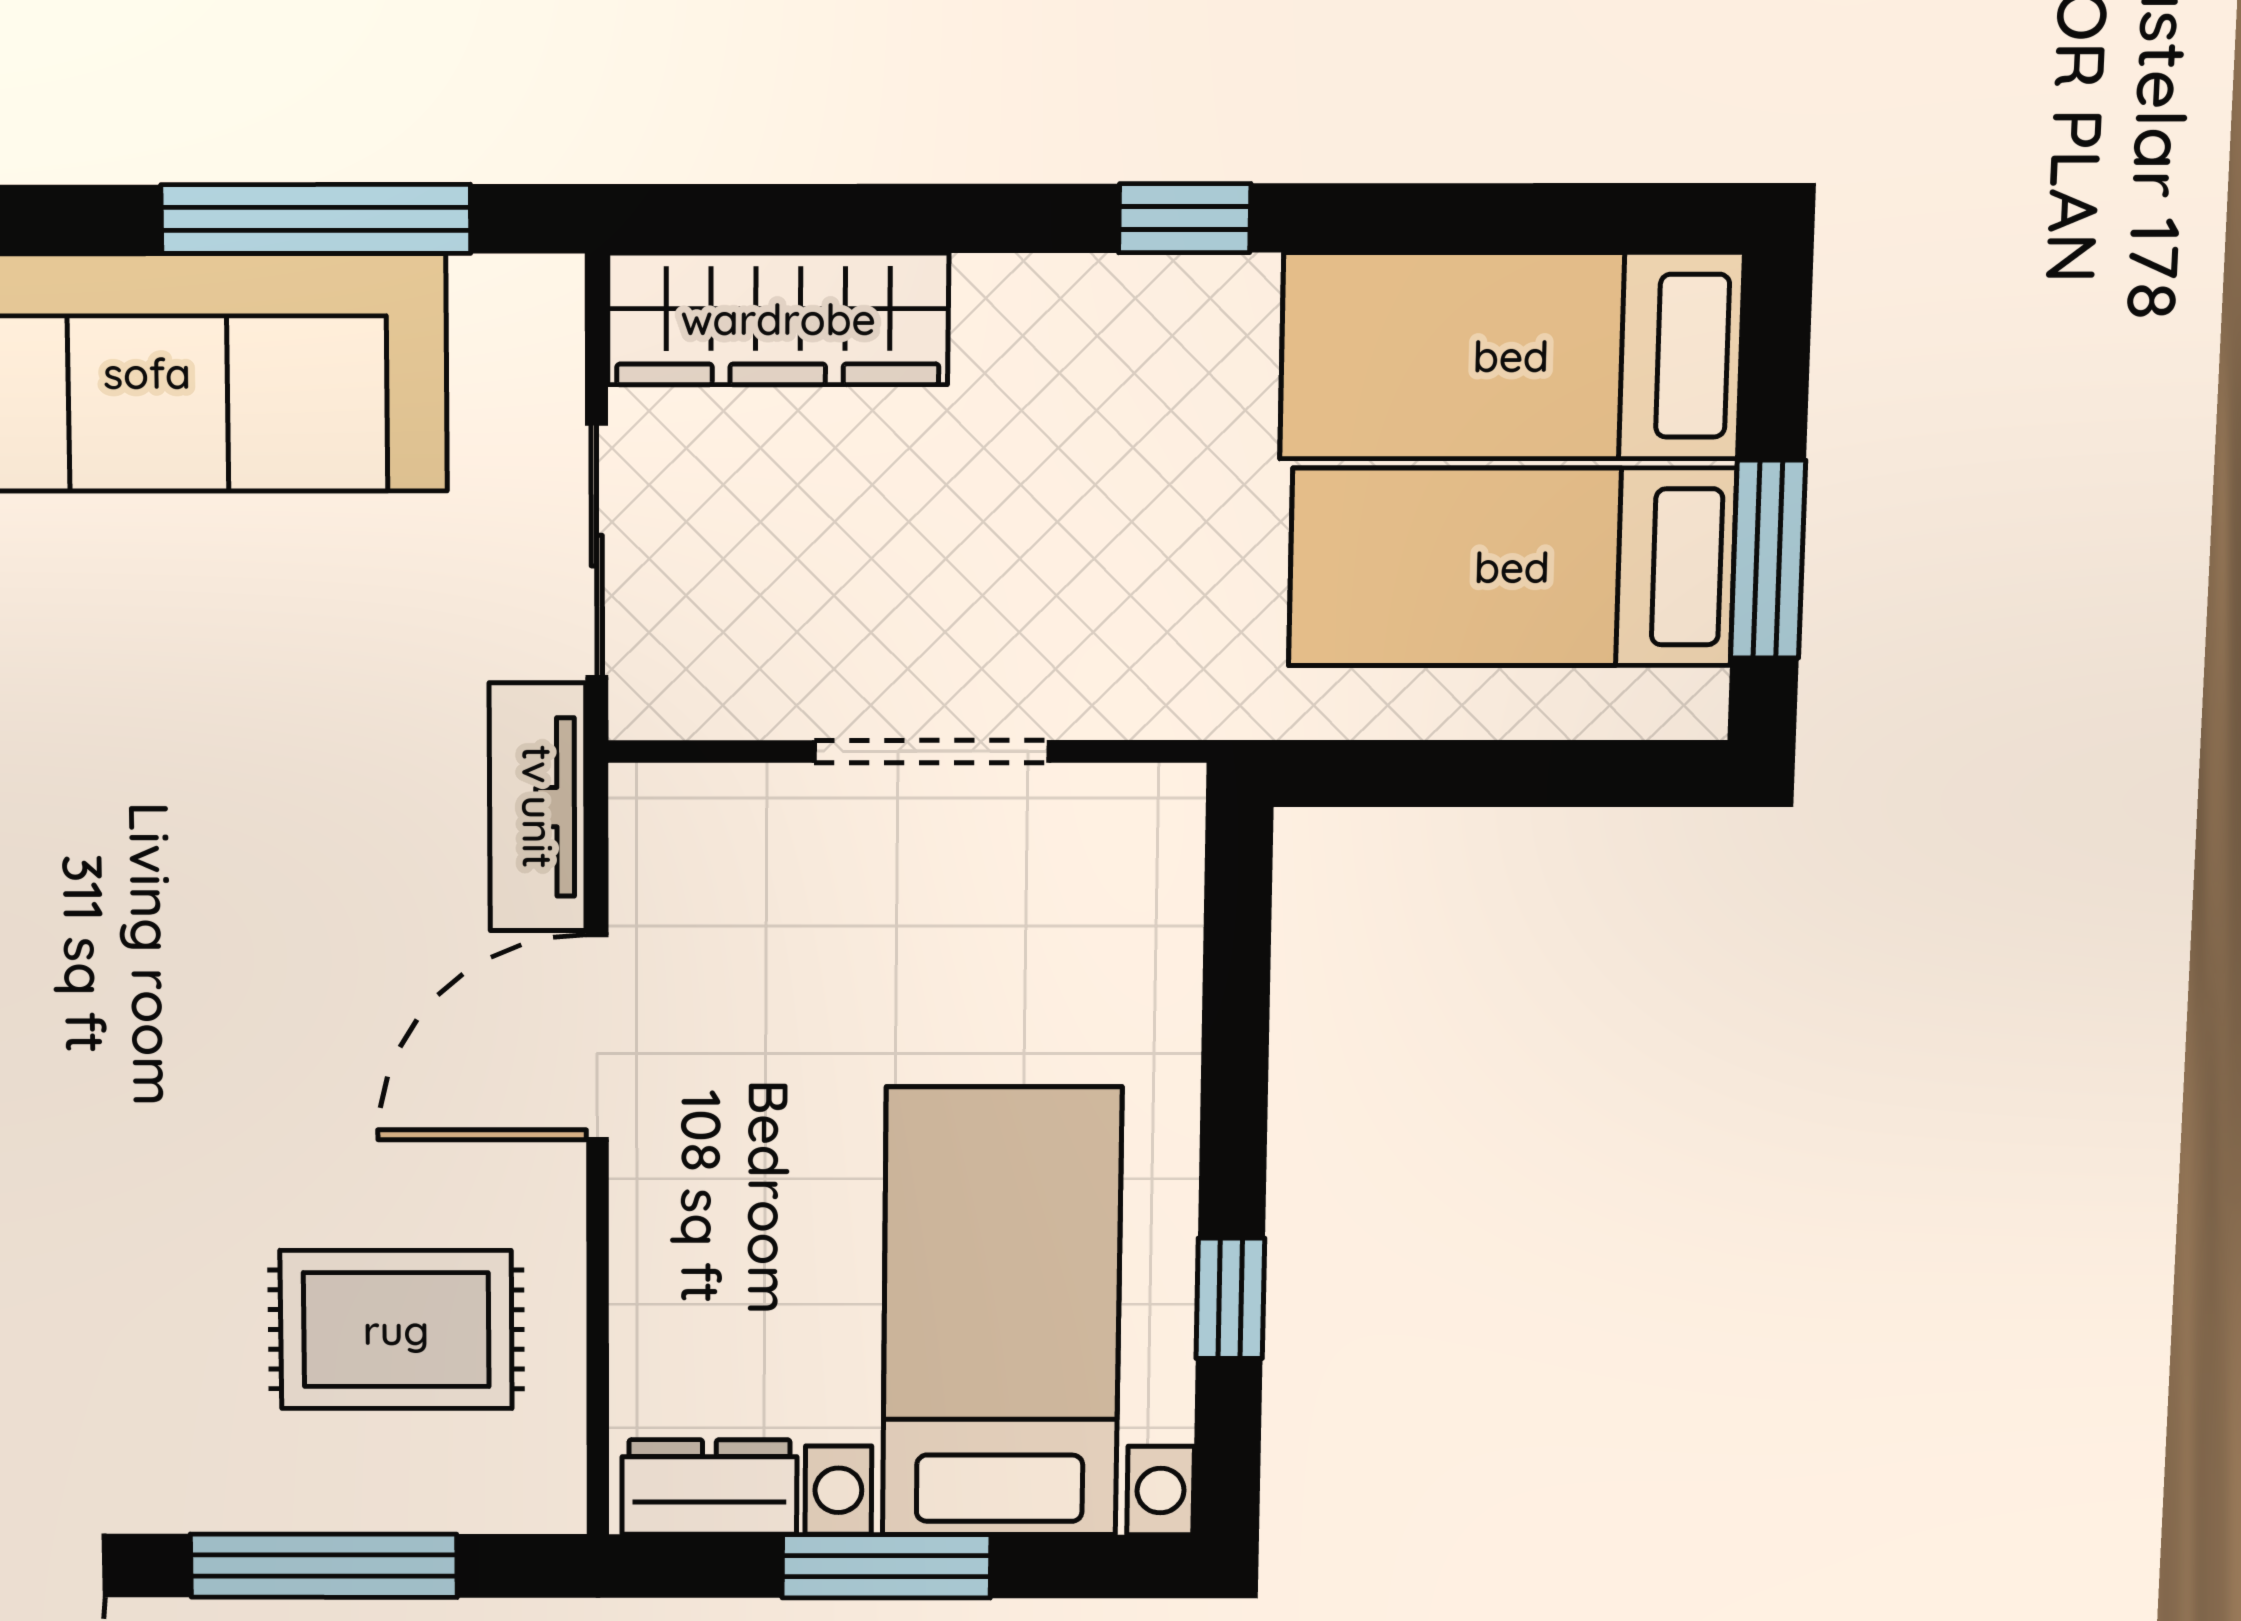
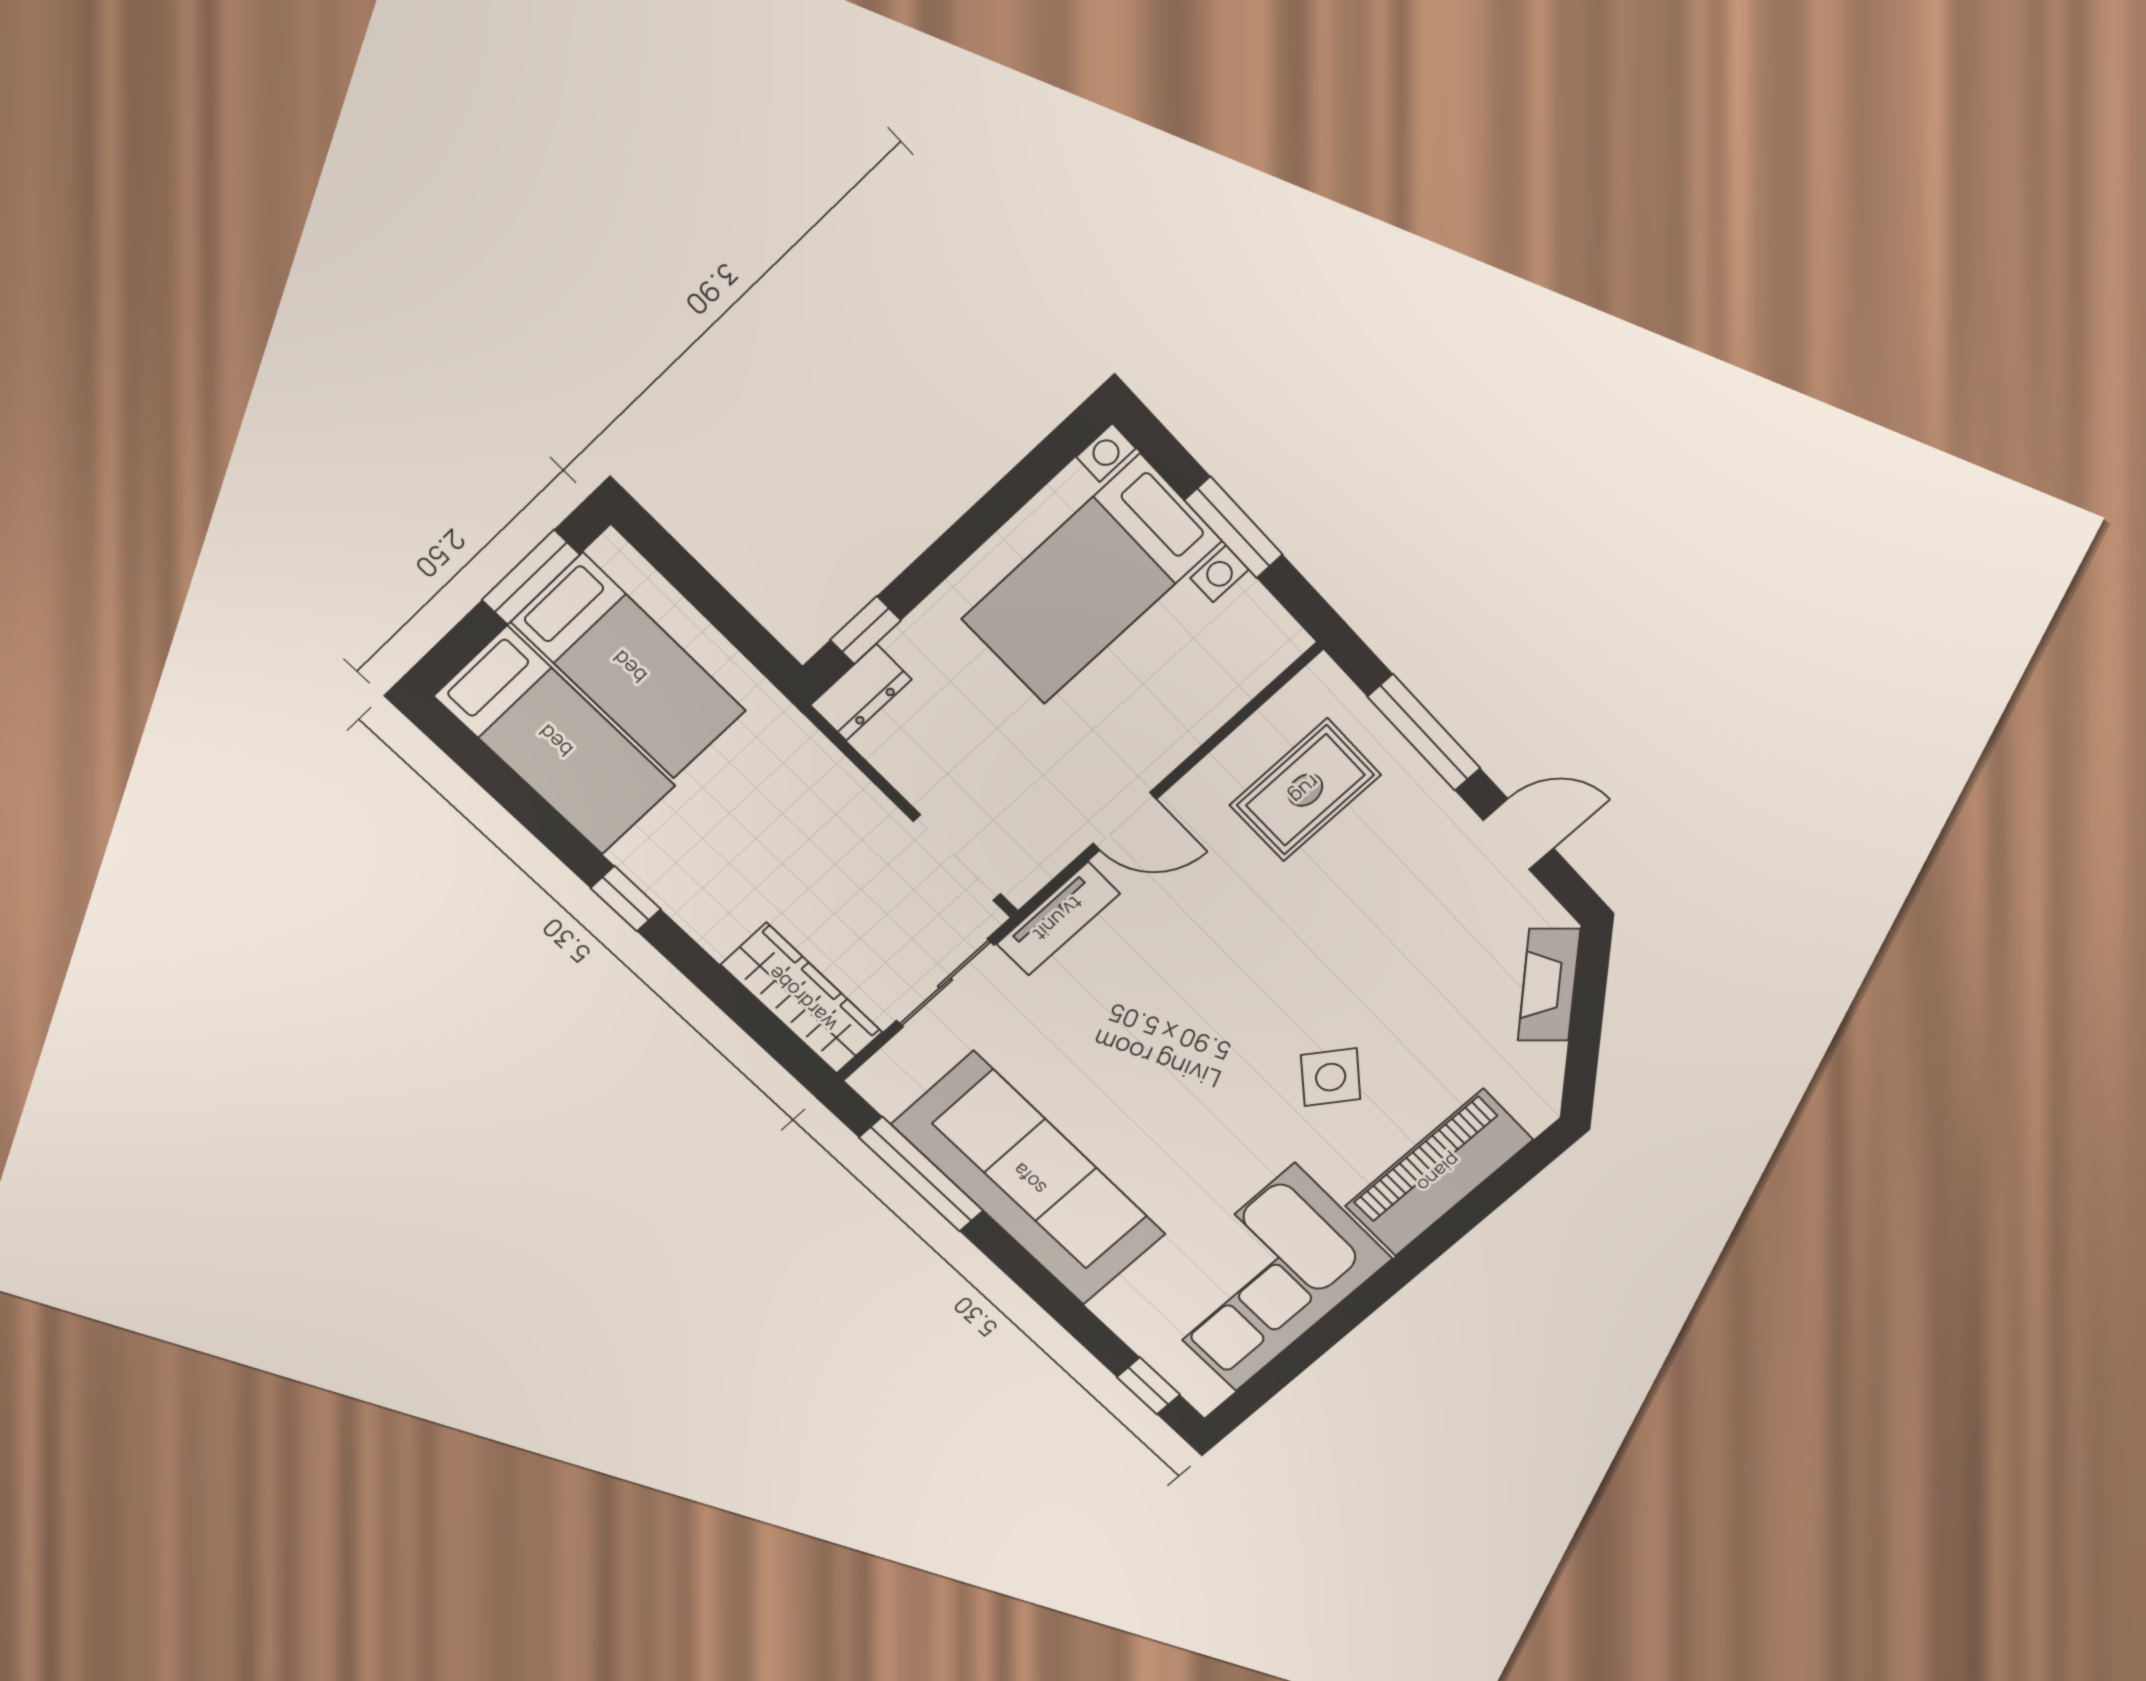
doorway: (932, 751) -> (957, 858), moved
door: (597, 1038) -> (1125, 821), width x0.73
window: (1230, 1298) -> (865, 630), moved
rug: (396, 1330) -> (1305, 790), turned 90
dresser: (709, 1487) -> (861, 692), moved, turned -90

